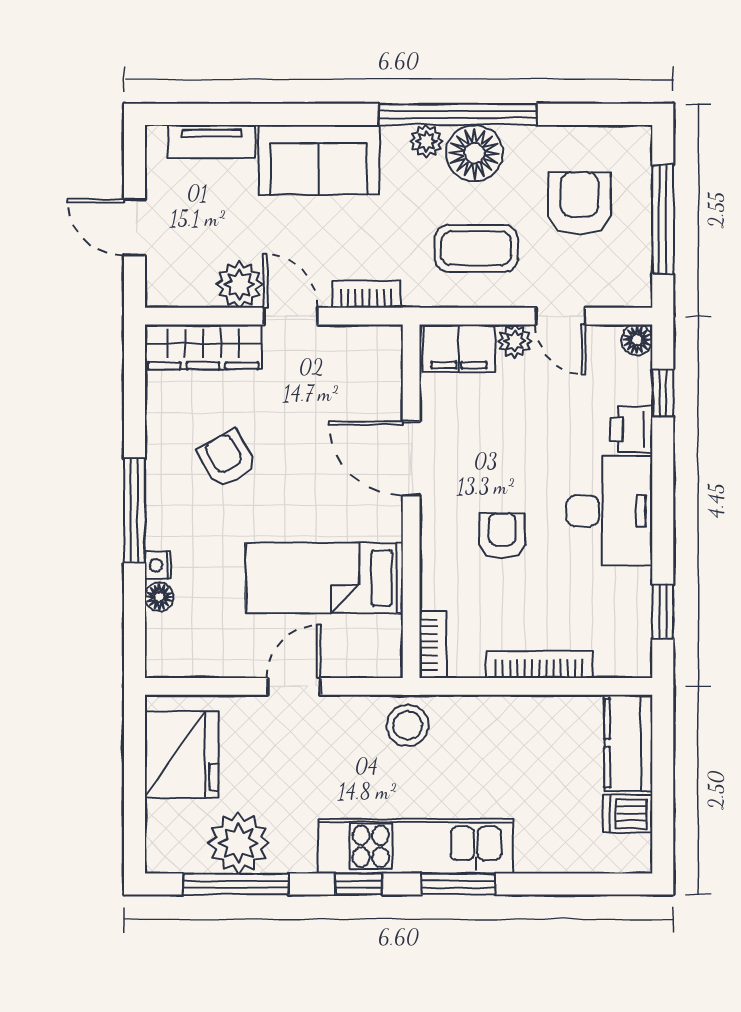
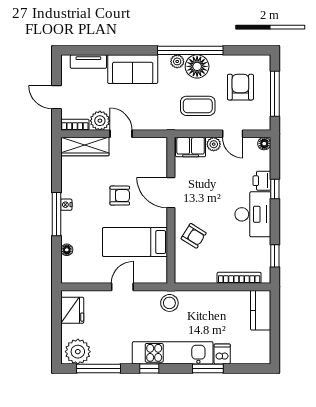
bookcase: (366, 294) -> (75, 125), moved
window: (663, 393) -> (275, 189), moved
armchair: (227, 459) -> (120, 196), moved, turned 119
armchair: (502, 536) -> (194, 236), moved, turned 122
nightstand: (158, 565) -> (66, 205), moved
bookcase: (433, 644) -> (180, 269), removed
bookcase: (539, 665) -> (239, 278), moved
fridge: (182, 755) -> (72, 310), width x0.73, depth x0.75
dishwasher: (628, 814) -> (222, 354), moved, turned 90
plant: (239, 843) -> (78, 352), moved
window: (458, 884) -> (208, 369), moved

